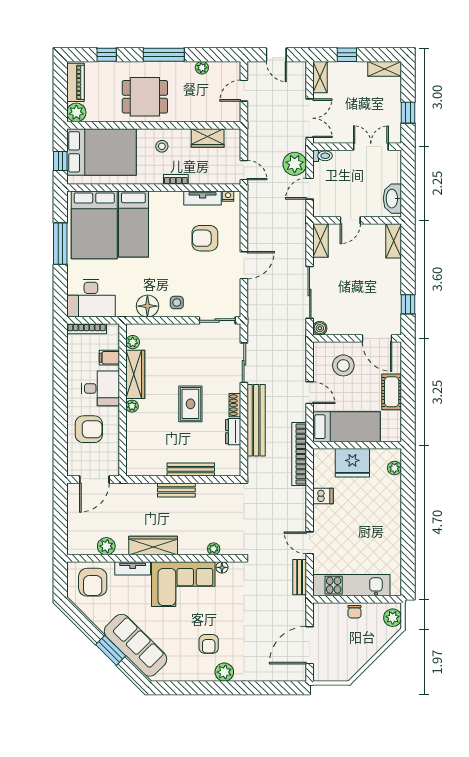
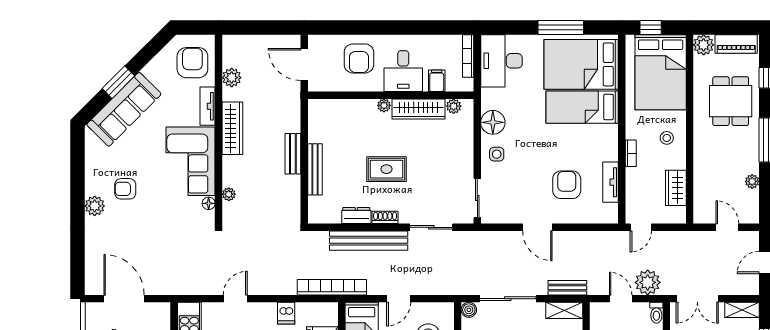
dining table: (145, 97) -> (731, 101), moved
nightstand: (228, 196) -> (613, 210), removed
bench: (300, 577) -> (567, 288), moved
armchair: (93, 582) -> (192, 63), turned 90

